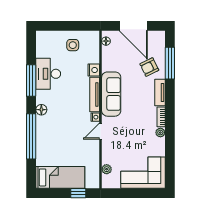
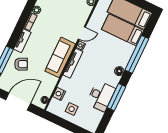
door: (133, 26) -> (18, 102), hinge flipped
nightstand: (94, 70) -> (59, 94), moved
bed: (59, 155) -> (123, 30), added

